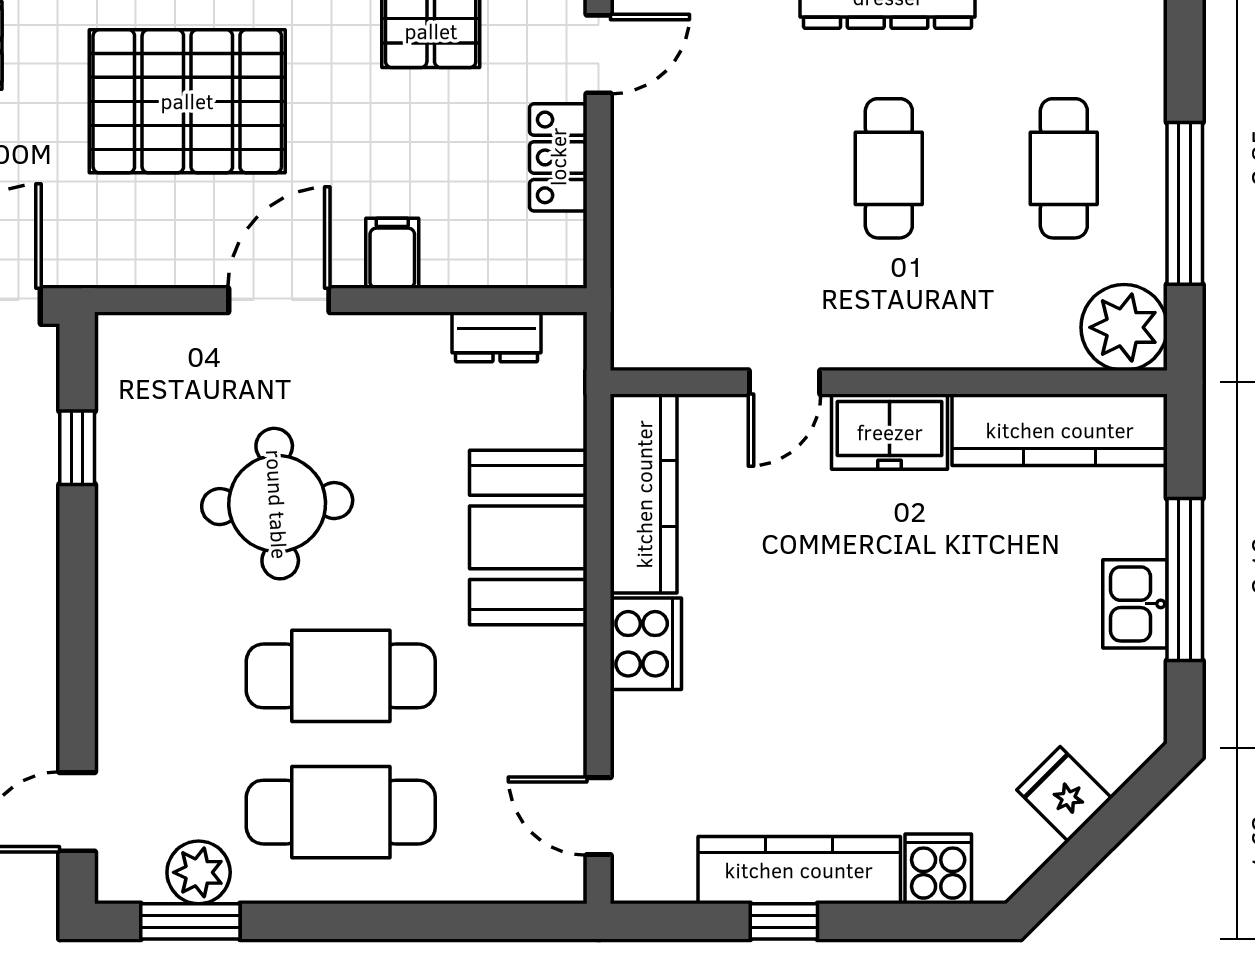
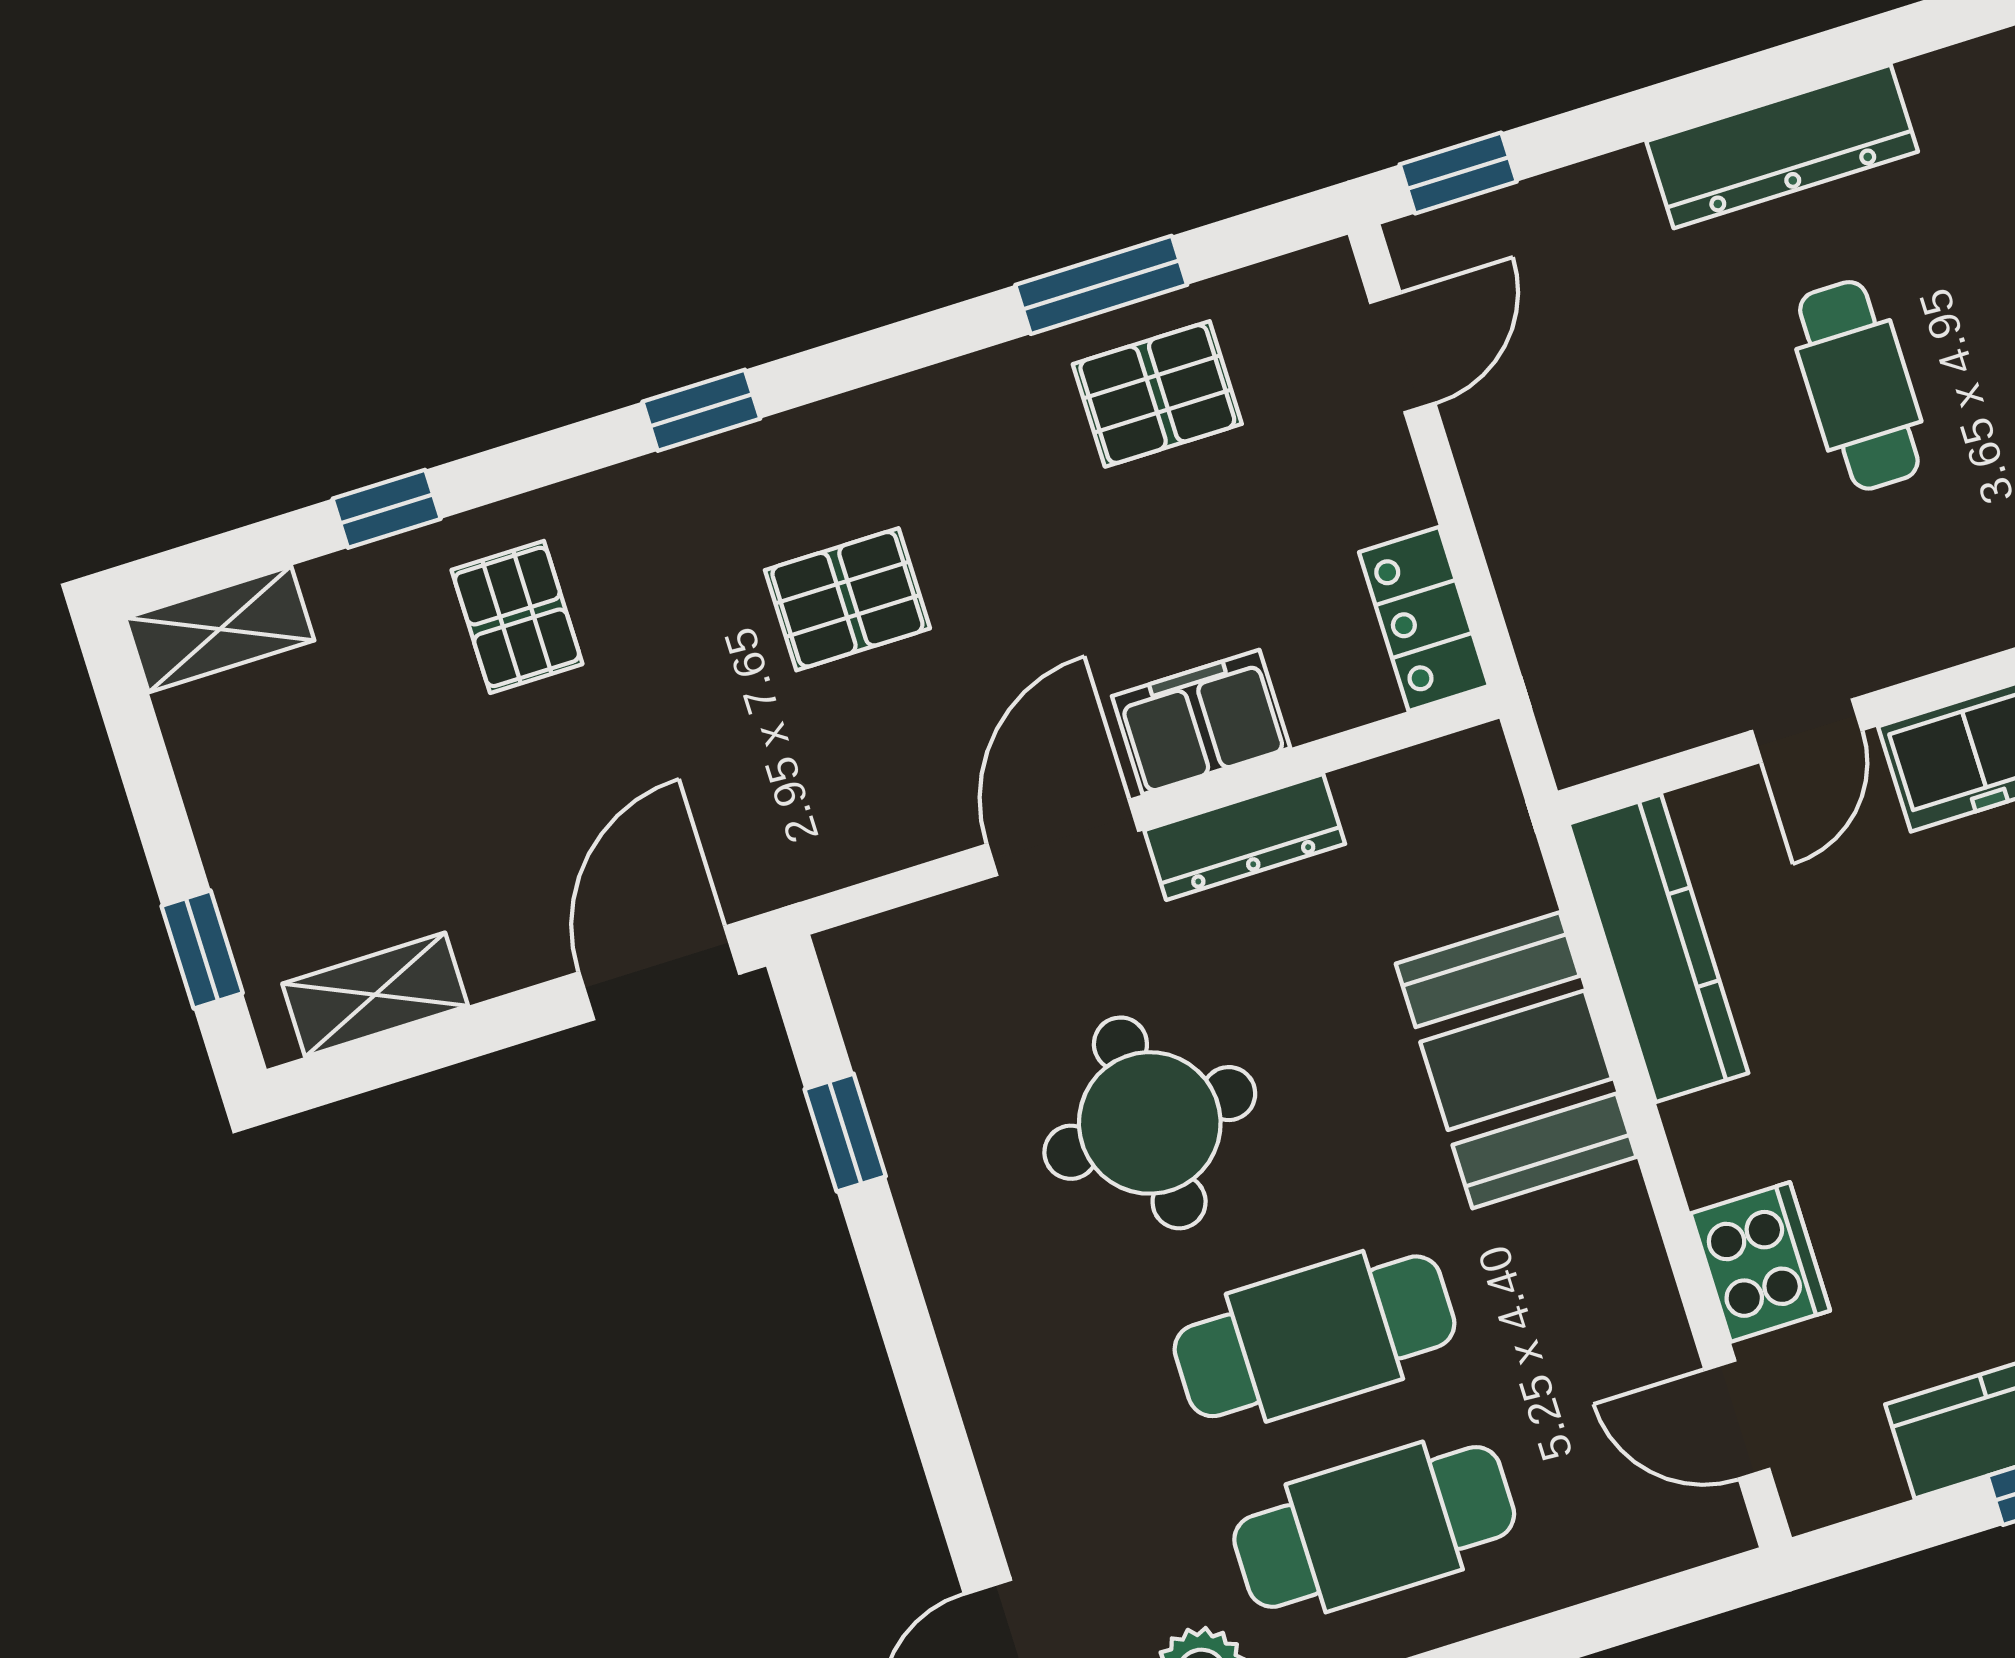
pallet: (187, 101) -> (847, 599), width x0.49, depth x0.50
locker: (558, 157) -> (1424, 619), moved
filing cabinet: (392, 253) -> (1201, 722), width x2.00
dresser: (496, 337) -> (1245, 837), moved, width x1.44
cooker: (646, 644) -> (1760, 1262), moved

